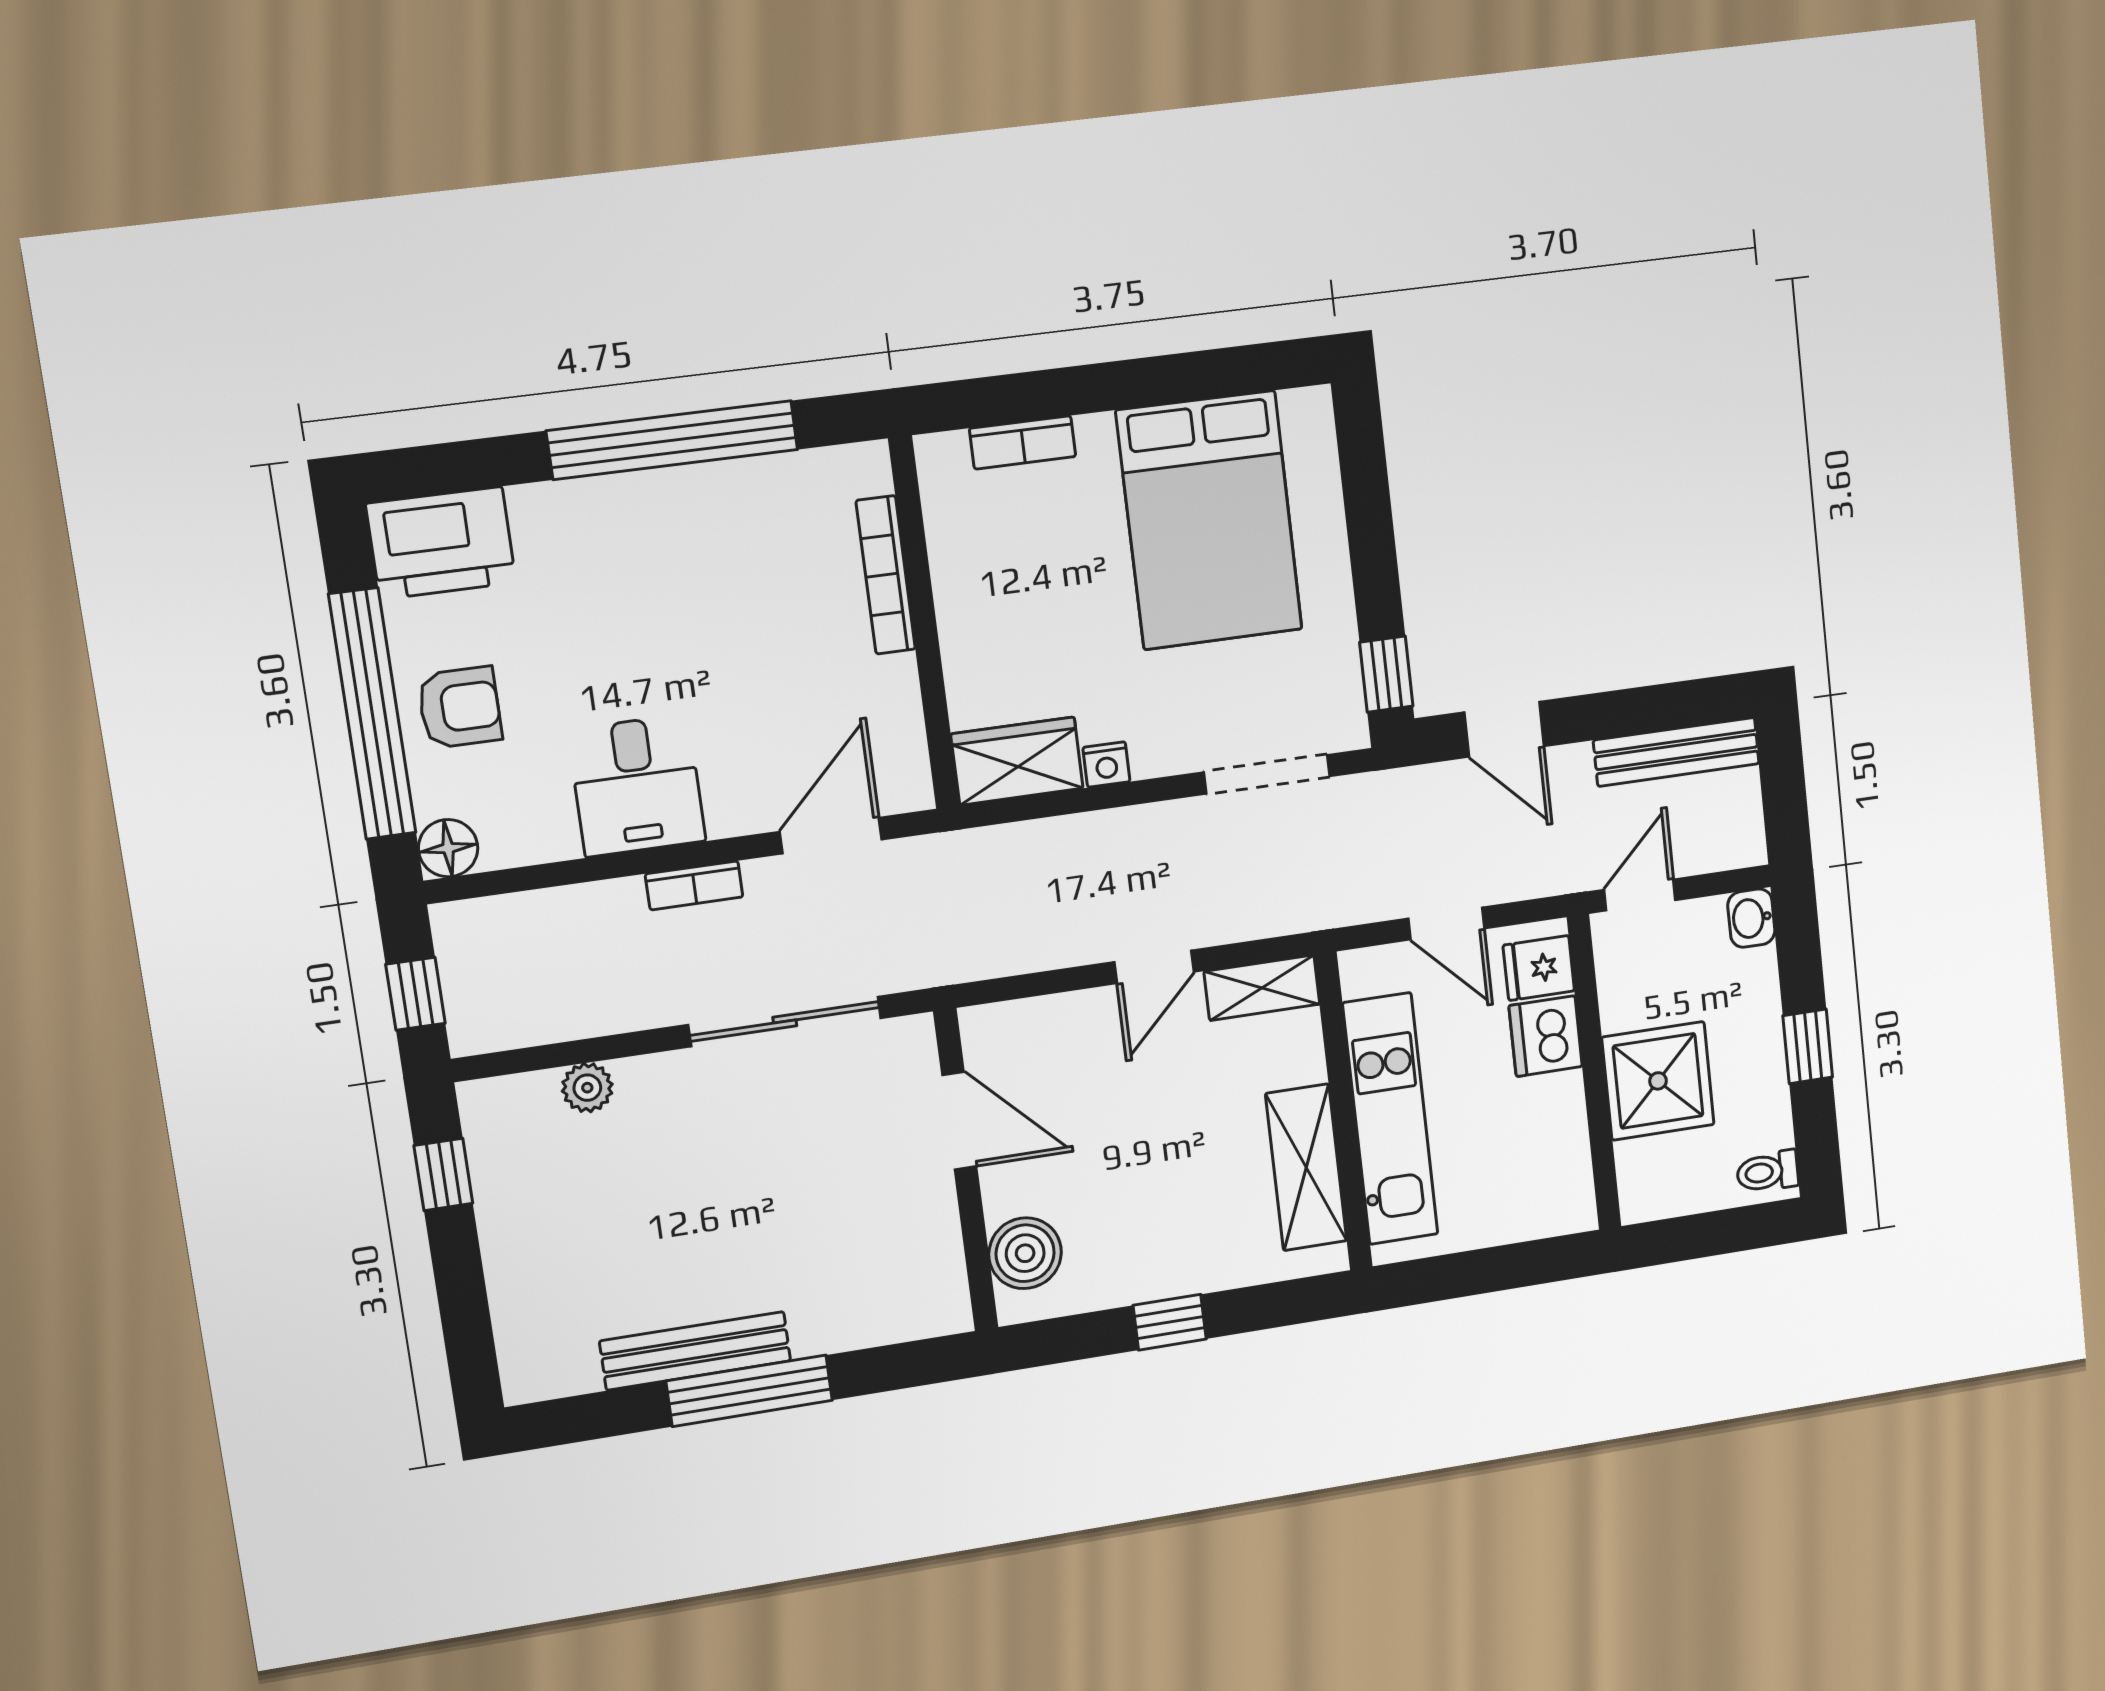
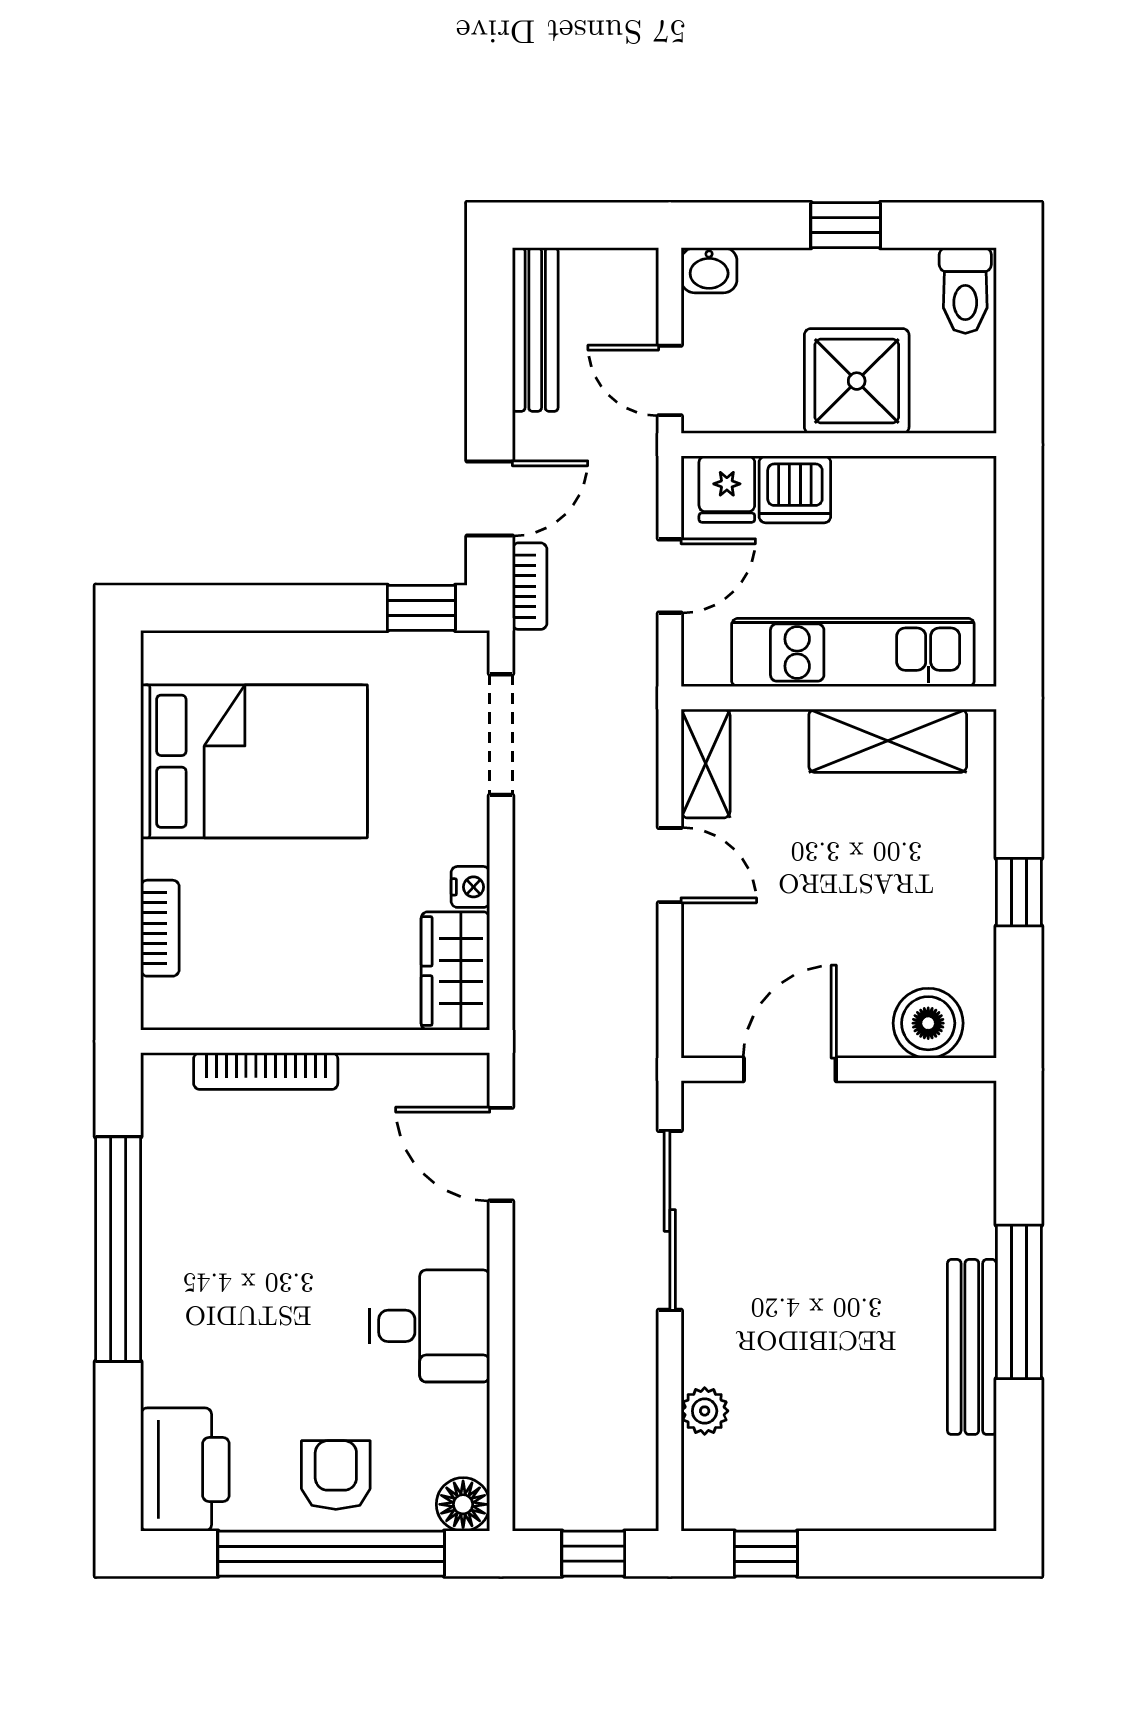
bookcase: (694, 885) -> (530, 586), moved
toilet: (1768, 1172) -> (965, 290), width x1.37, depth x1.39

